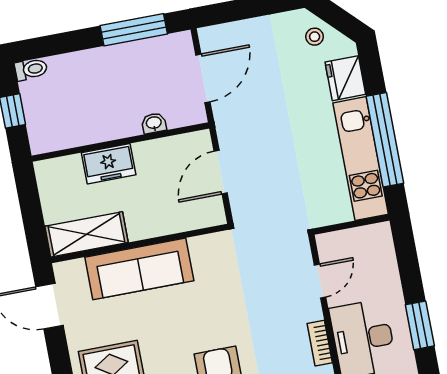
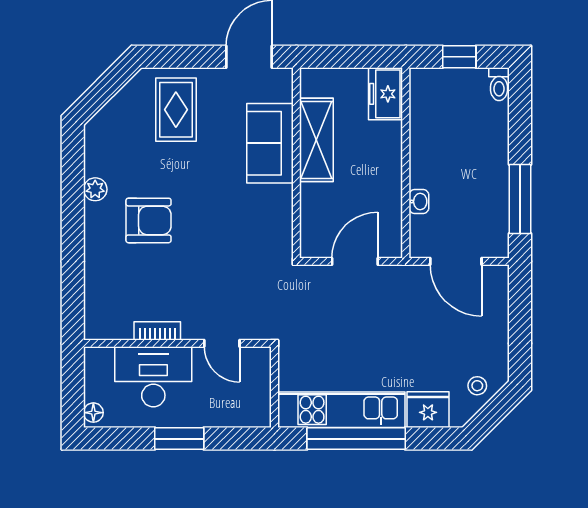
freezer: (109, 164) -> (385, 94), moved
door: (221, 172) -> (355, 261), hinge flipped
shelving: (86, 234) -> (316, 140), moved
sofa: (139, 269) -> (270, 143), width x0.73
window: (420, 325) -> (179, 439), moved

